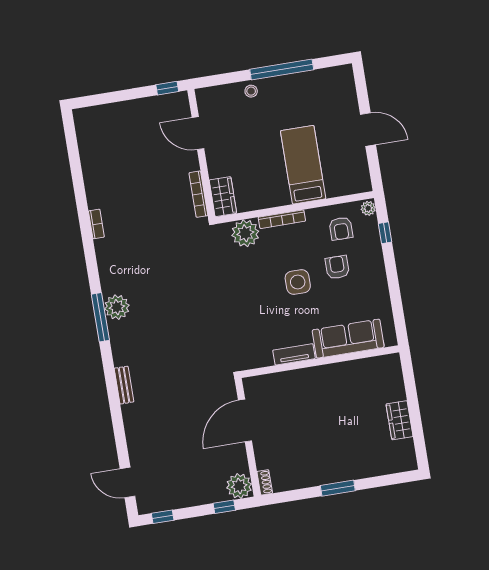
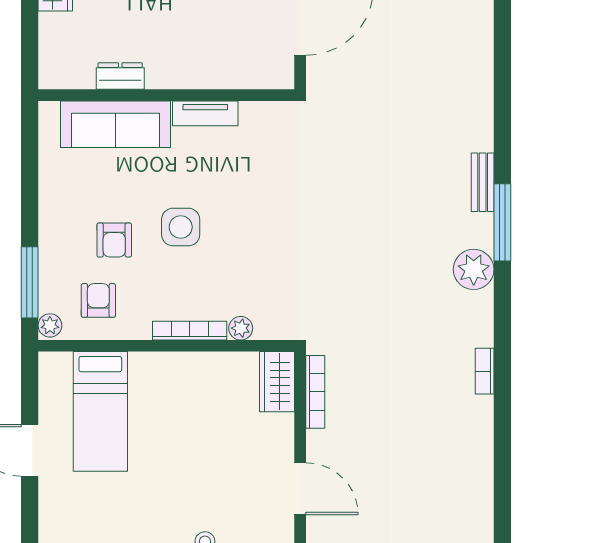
bed: (303, 165) -> (100, 411), moved
plant: (245, 233) -> (241, 328), width x0.53, depth x0.53
window: (385, 233) -> (30, 282), width x2.17
plant: (117, 307) -> (474, 269), moved
dresser: (350, 369) -> (120, 76), added
bench: (124, 385) -> (483, 182), moved

